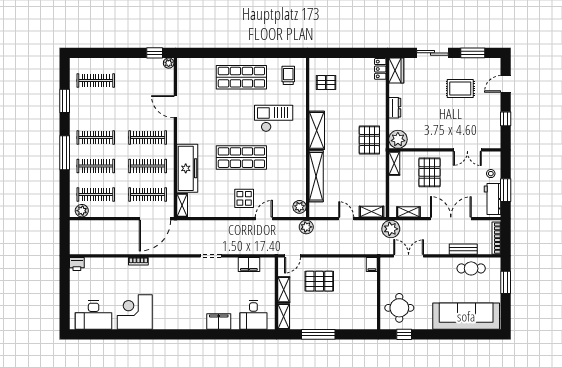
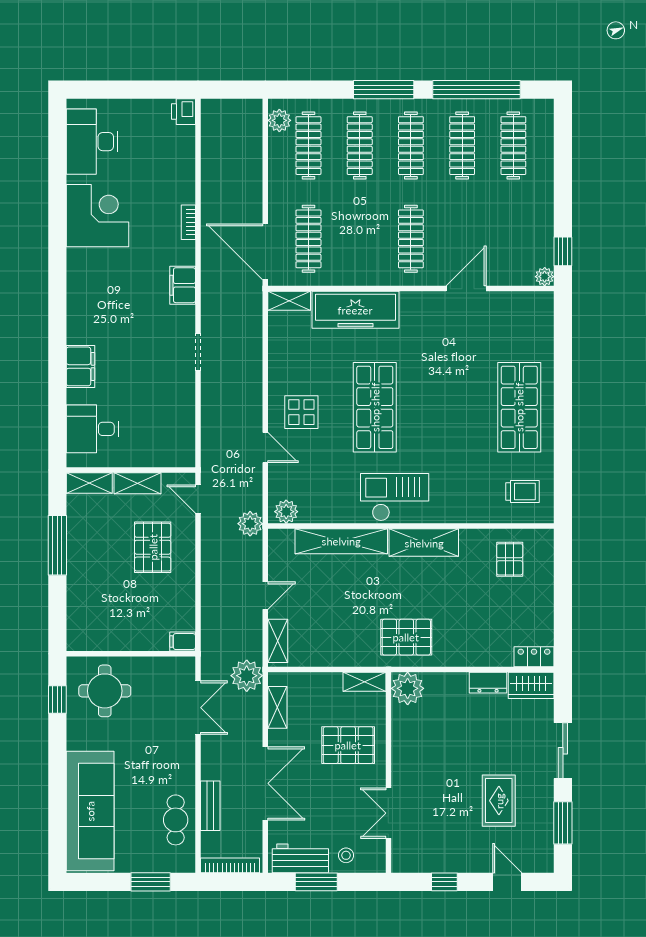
window: (65, 101) -> (477, 90), width x2.11
dresser: (395, 108) -> (488, 683), moved
checkout: (274, 118) -> (395, 497), moved, turned -90
clothes rail: (148, 166) -> (462, 146), moved
filing cabinet: (249, 265) -> (183, 285), moved

